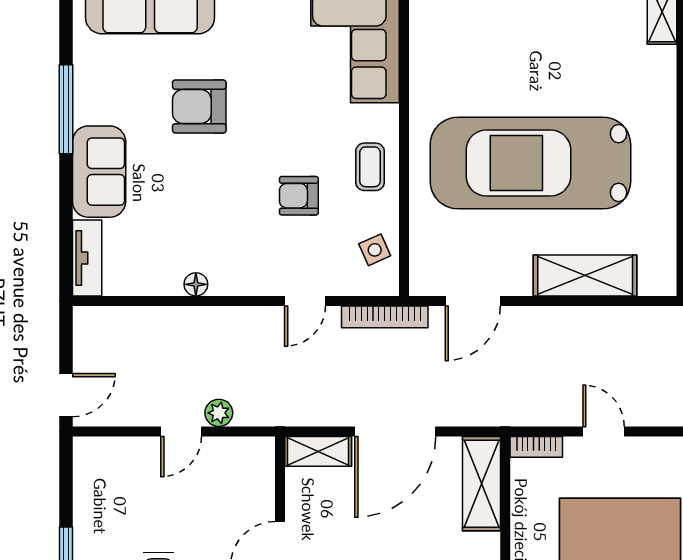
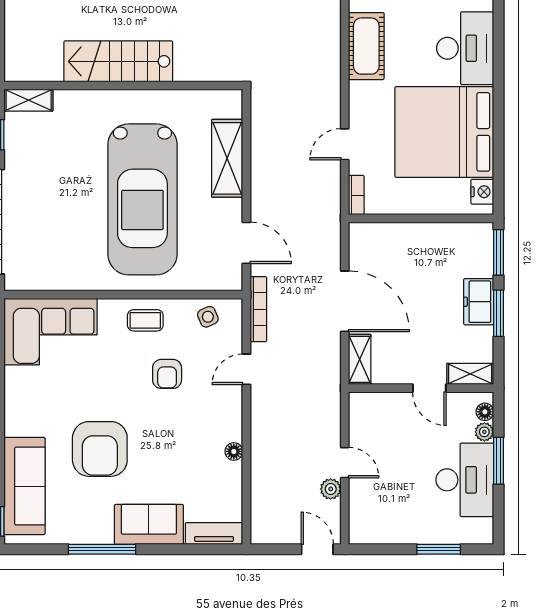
armchair: (199, 106) -> (100, 449), width x1.36, depth x1.36
door: (305, 301) -> (246, 369), swing flipped
plant: (219, 413) -> (331, 489), moved
shelving: (481, 484) -> (384, 236), removed

